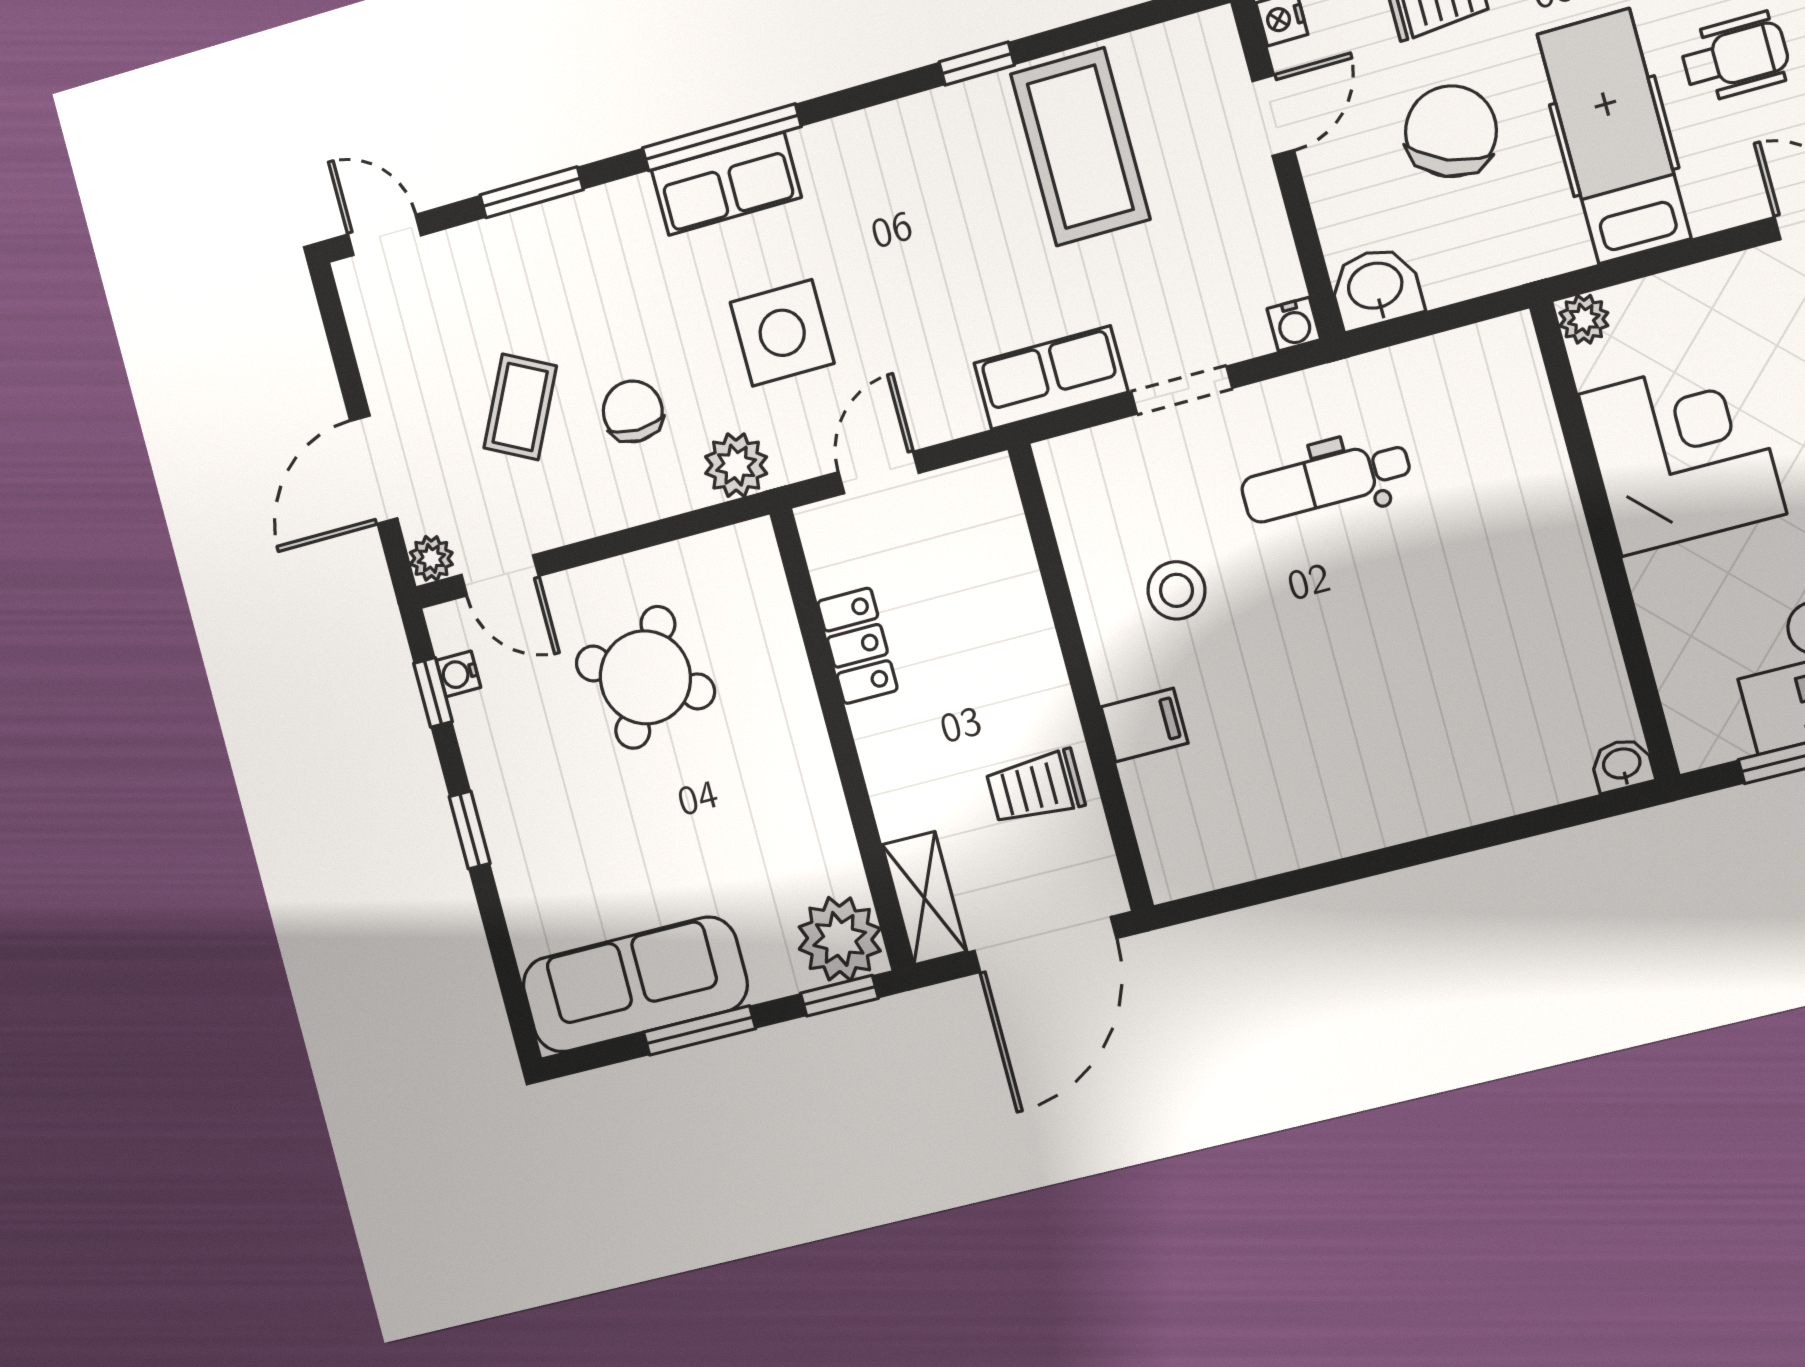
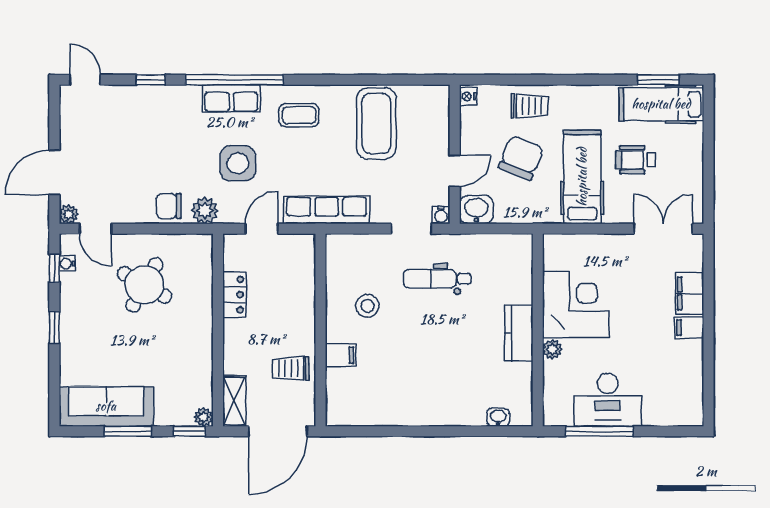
wheelchair: (1735, 57) -> (635, 160), turned 180
window: (977, 64) -> (344, 80), removed
door: (1273, 116) -> (455, 171), moved
window: (722, 137) -> (234, 80), width x1.46
window: (531, 192) -> (151, 80), width x0.67
plant: (1584, 319) -> (552, 349), moved
row of seats: (1051, 378) -> (327, 210), width x1.48
doorway: (1182, 390) -> (411, 229), moved
coffee table: (520, 407) -> (299, 115), moved, turned 62
chair: (633, 411) -> (169, 206), moved, turned -90
kitchen counter: (1560, 561) -> (519, 333), added
washbasin: (1622, 765) -> (498, 417), moved
plant: (840, 939) -> (204, 417), width x0.53, depth x0.53

